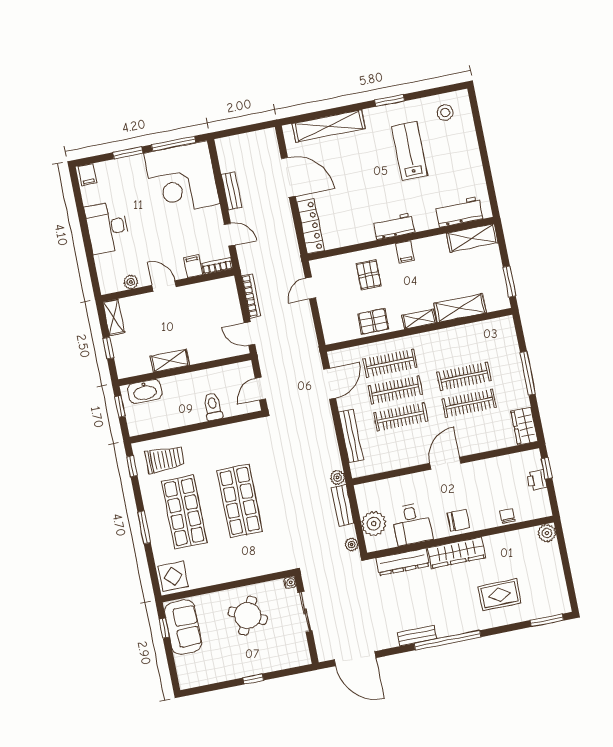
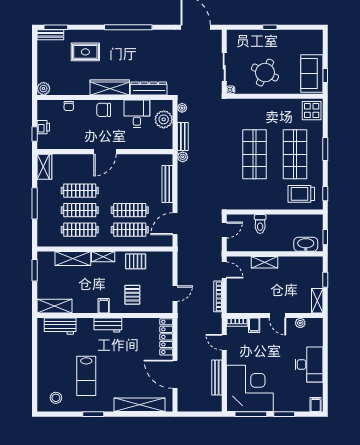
bench: (231, 191) -> (217, 377), width x1.36
shelving: (170, 361) -> (265, 262), moved
clothes rail: (401, 417) -> (80, 230), moved
bench: (417, 636) -> (50, 35), moved

